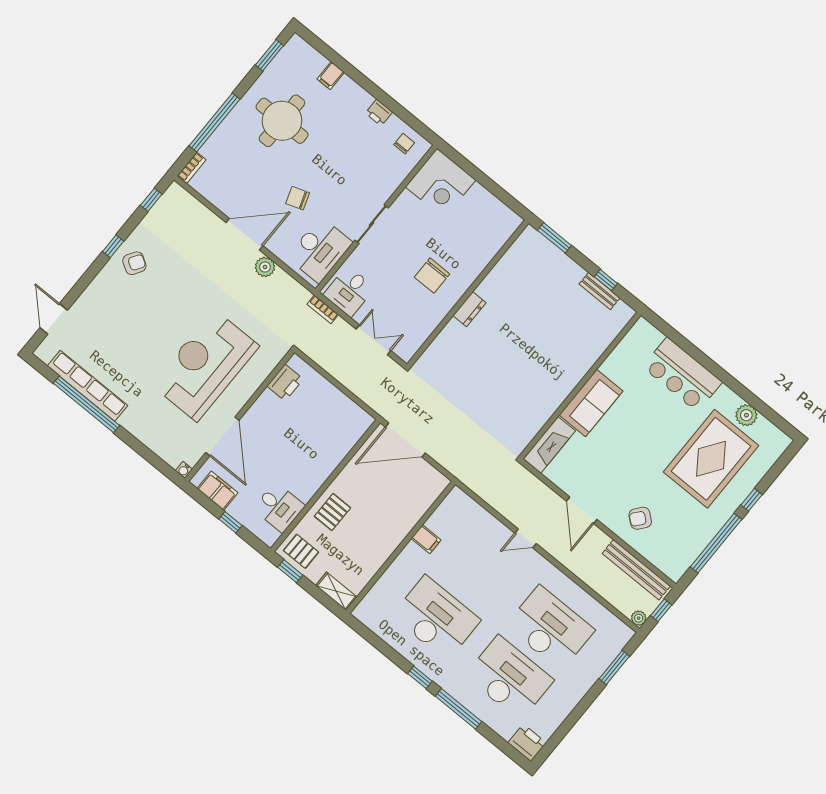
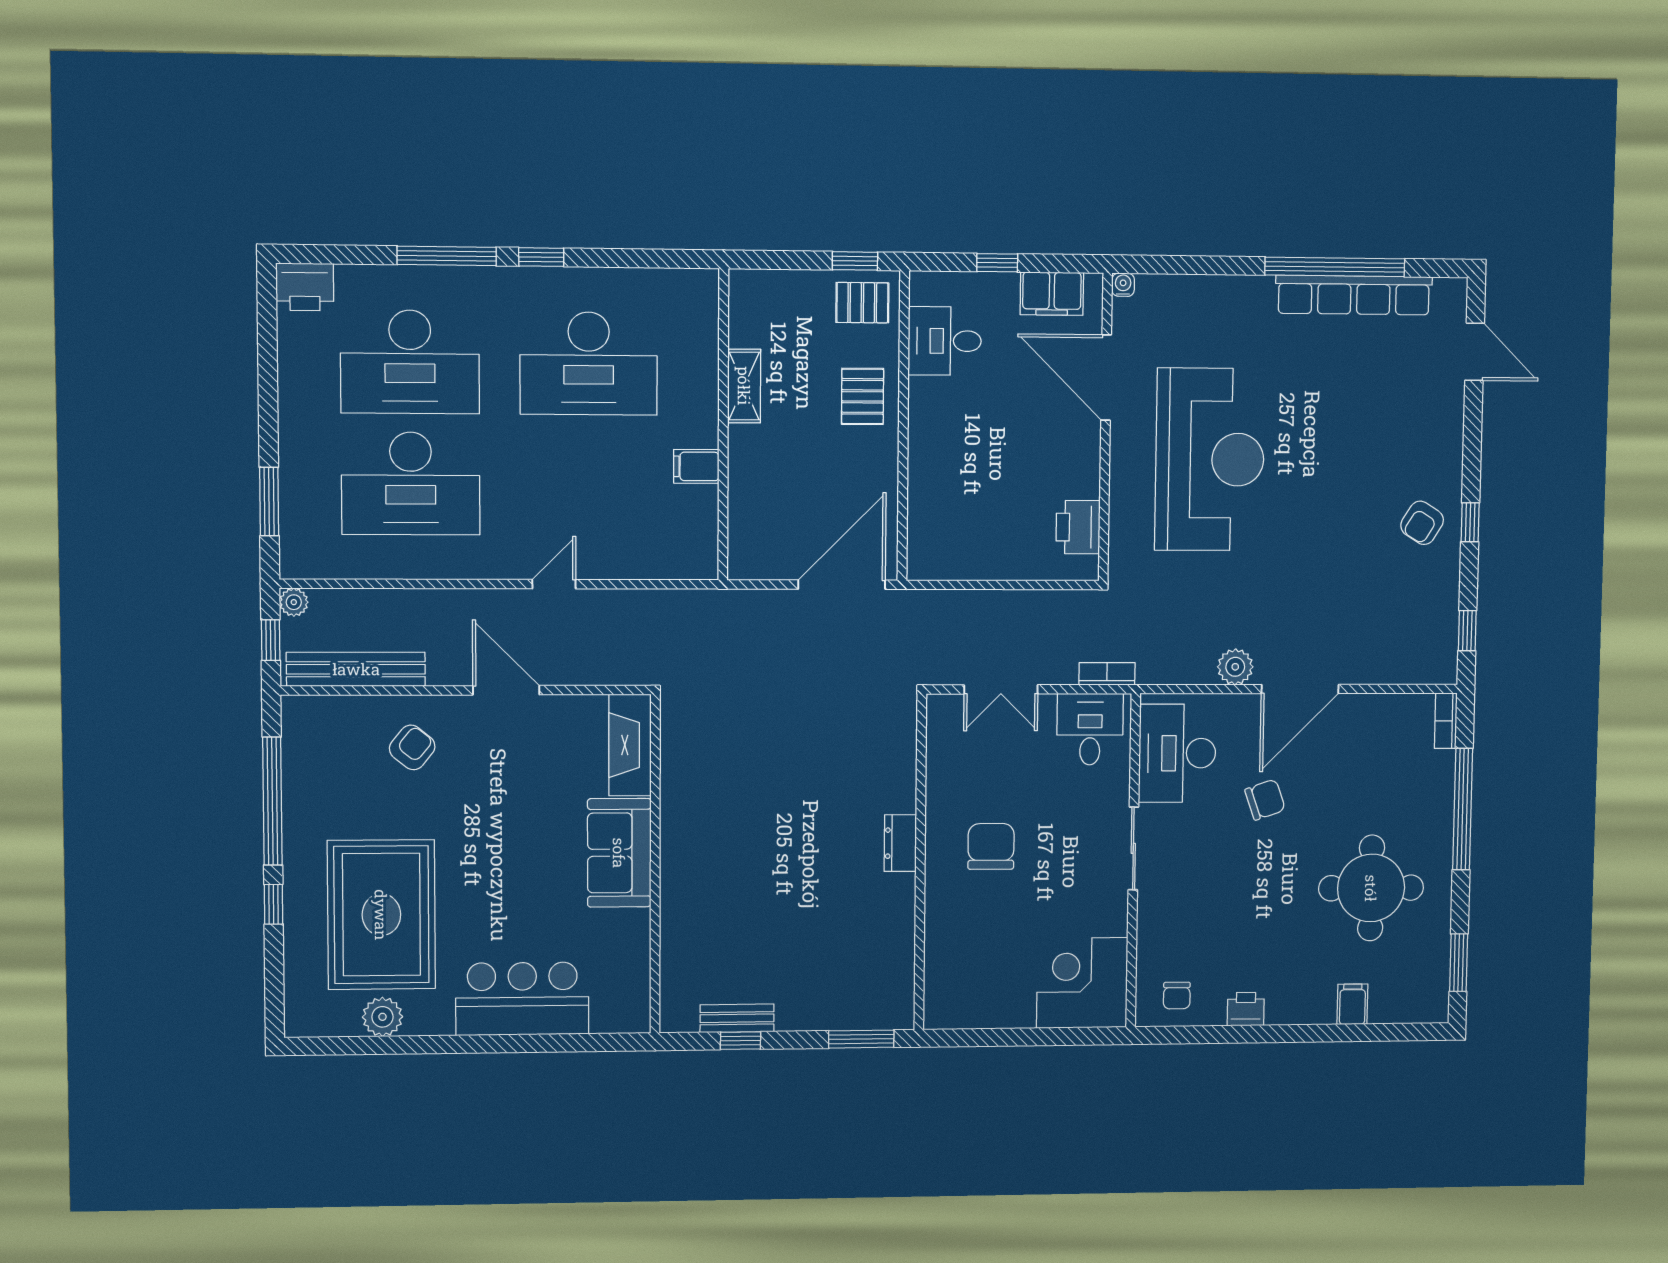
shelving: (336, 591) -> (744, 386), moved, turned 90

